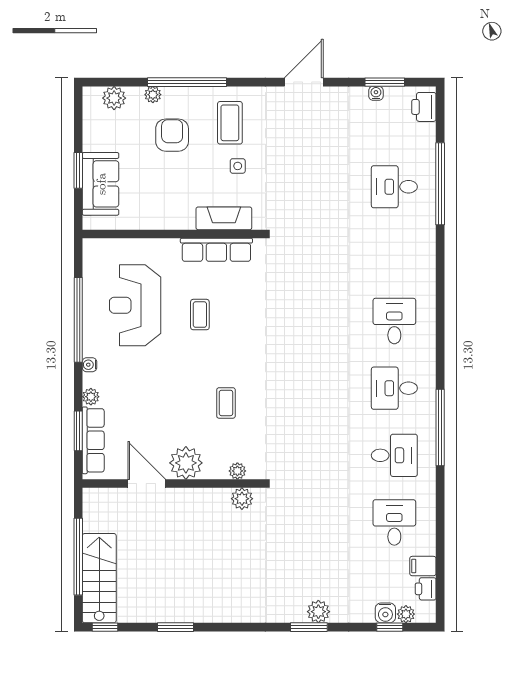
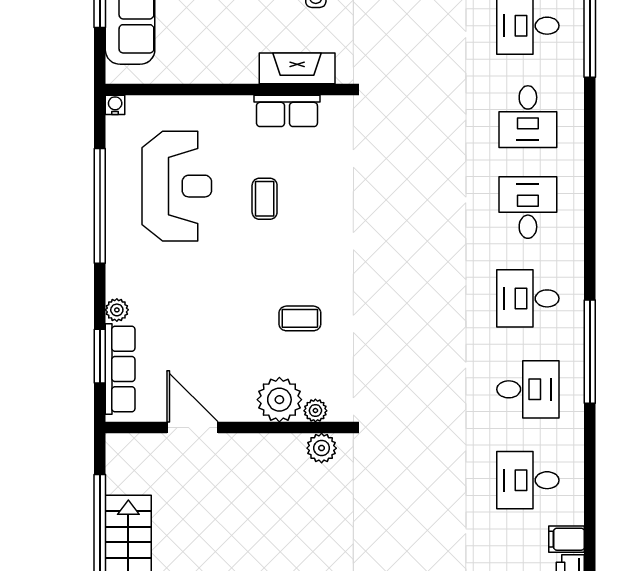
row of seats: (216, 250) -> (287, 111), width x0.68
desk: (394, 254) -> (528, 117), added
reception desk: (135, 305) -> (177, 186), turned 180
water cooler: (89, 365) -> (115, 105), moved, turned 90
coffee table: (226, 403) -> (300, 318), turned 90
plant: (186, 463) -> (279, 400), moved
desk: (394, 522) -> (528, 480), turned -90

